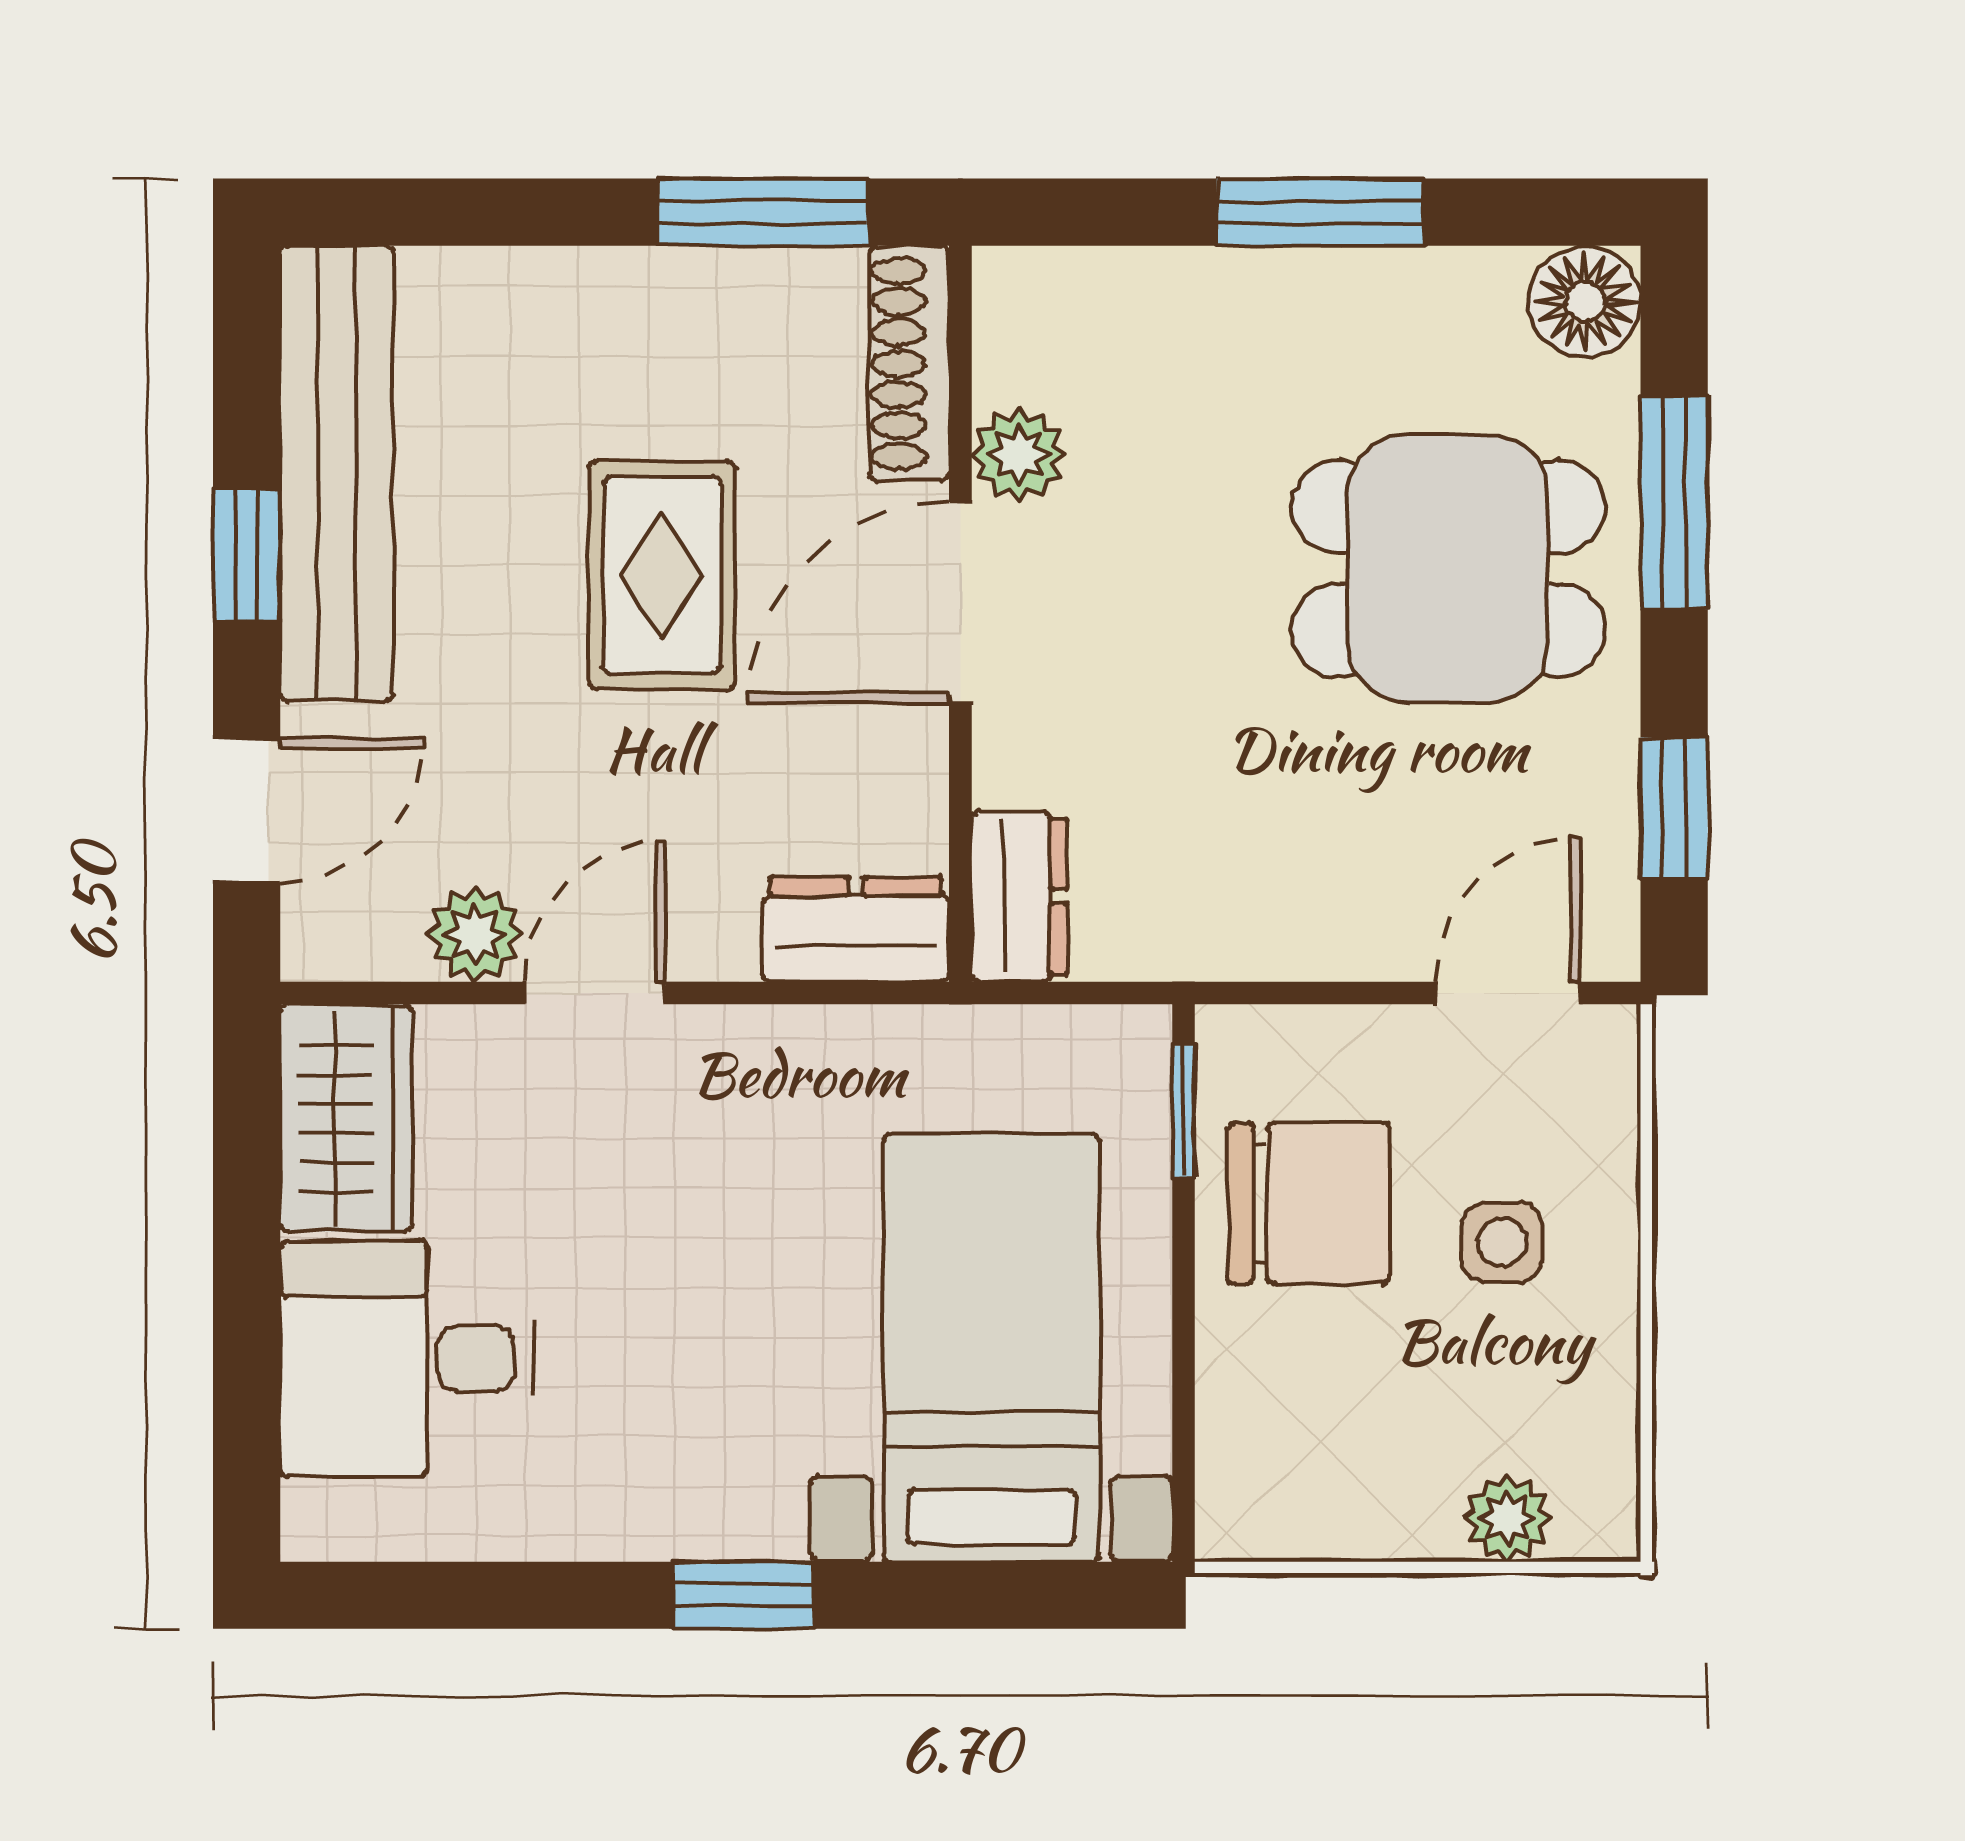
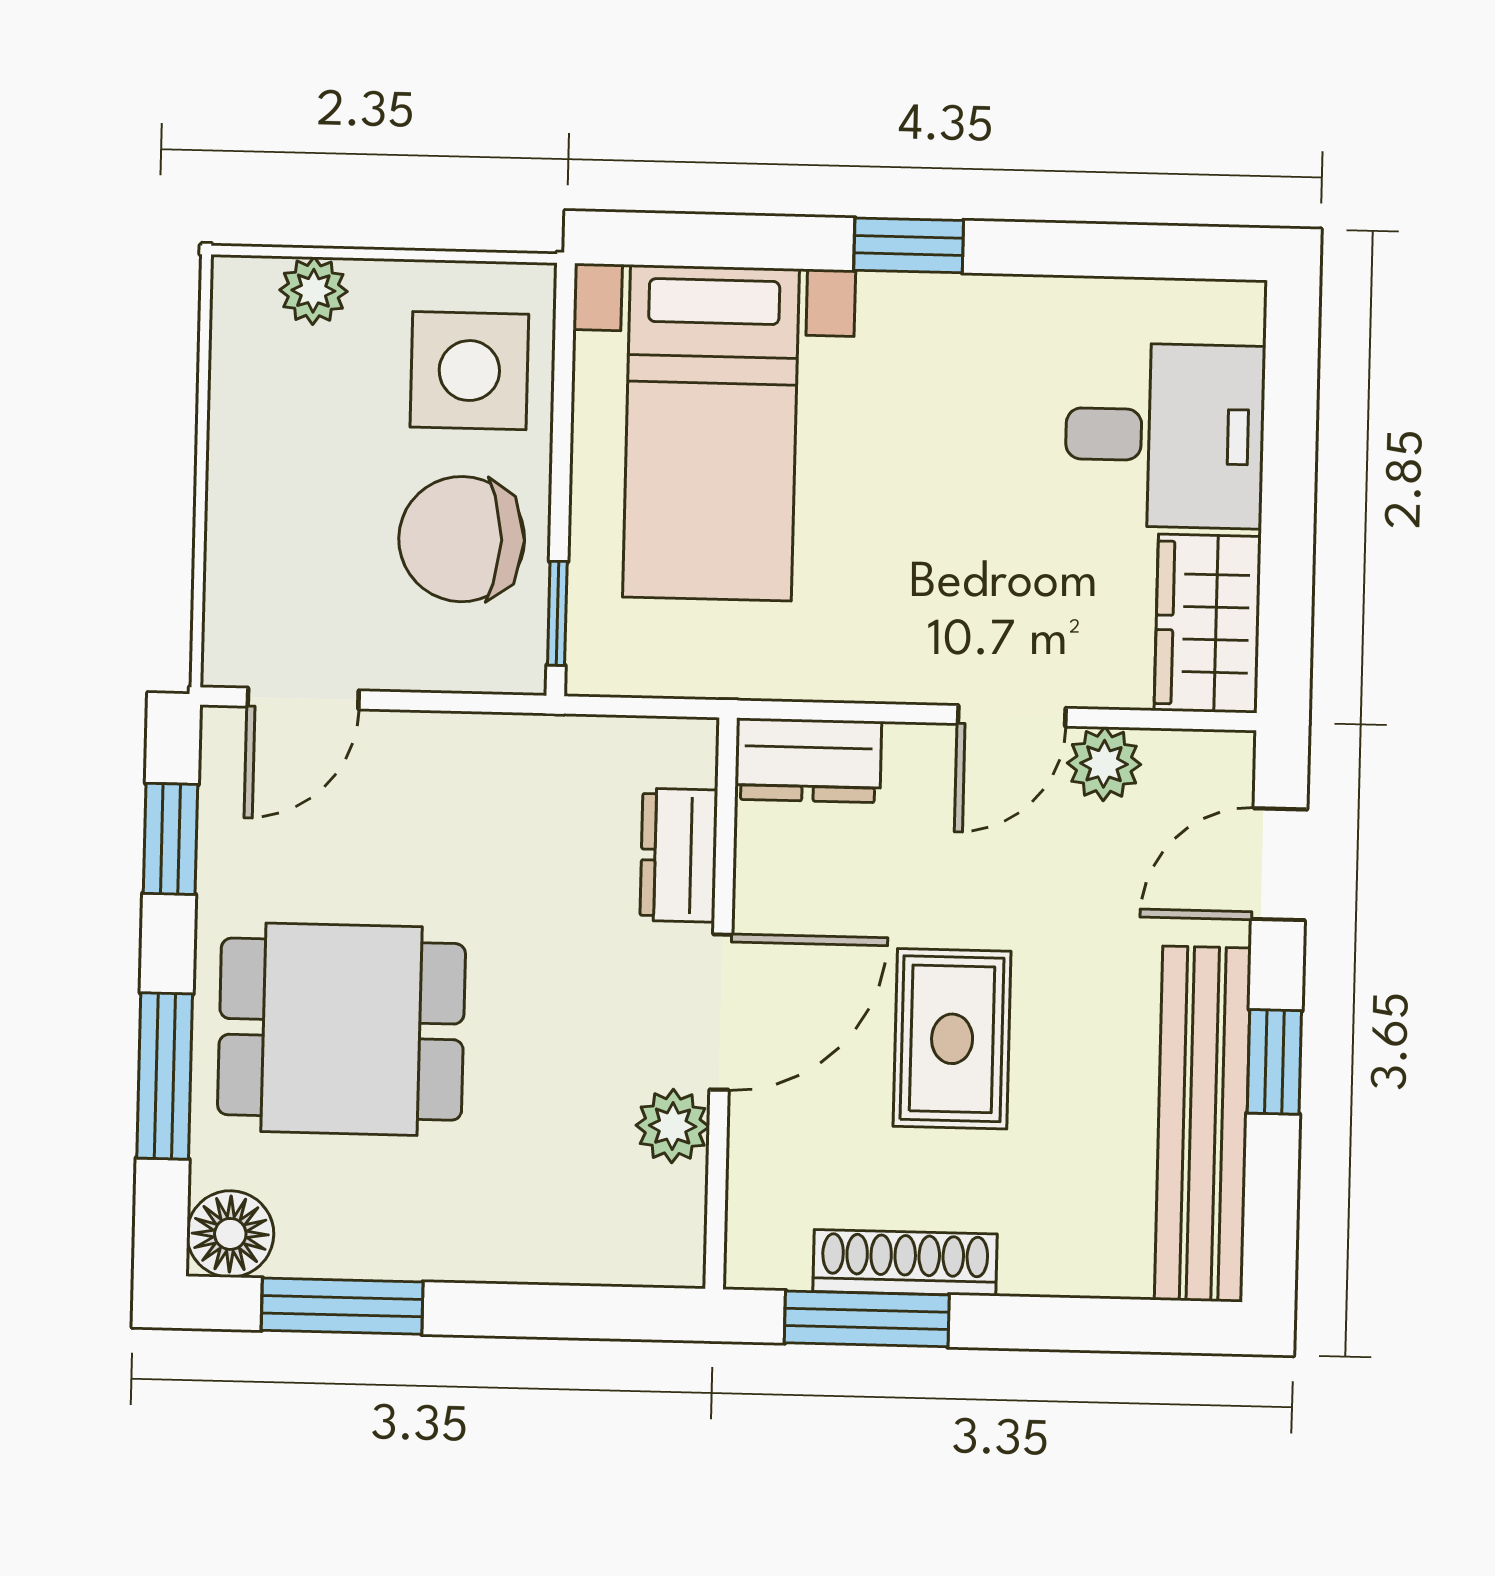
window: (1320, 212) -> (342, 1306), moved
shoe rack: (909, 363) -> (905, 1263), moved, turned -90
dresser: (1019, 897) -> (679, 855), moved
side table: (1502, 1242) -> (469, 371), moved, width x1.87, depth x1.87

